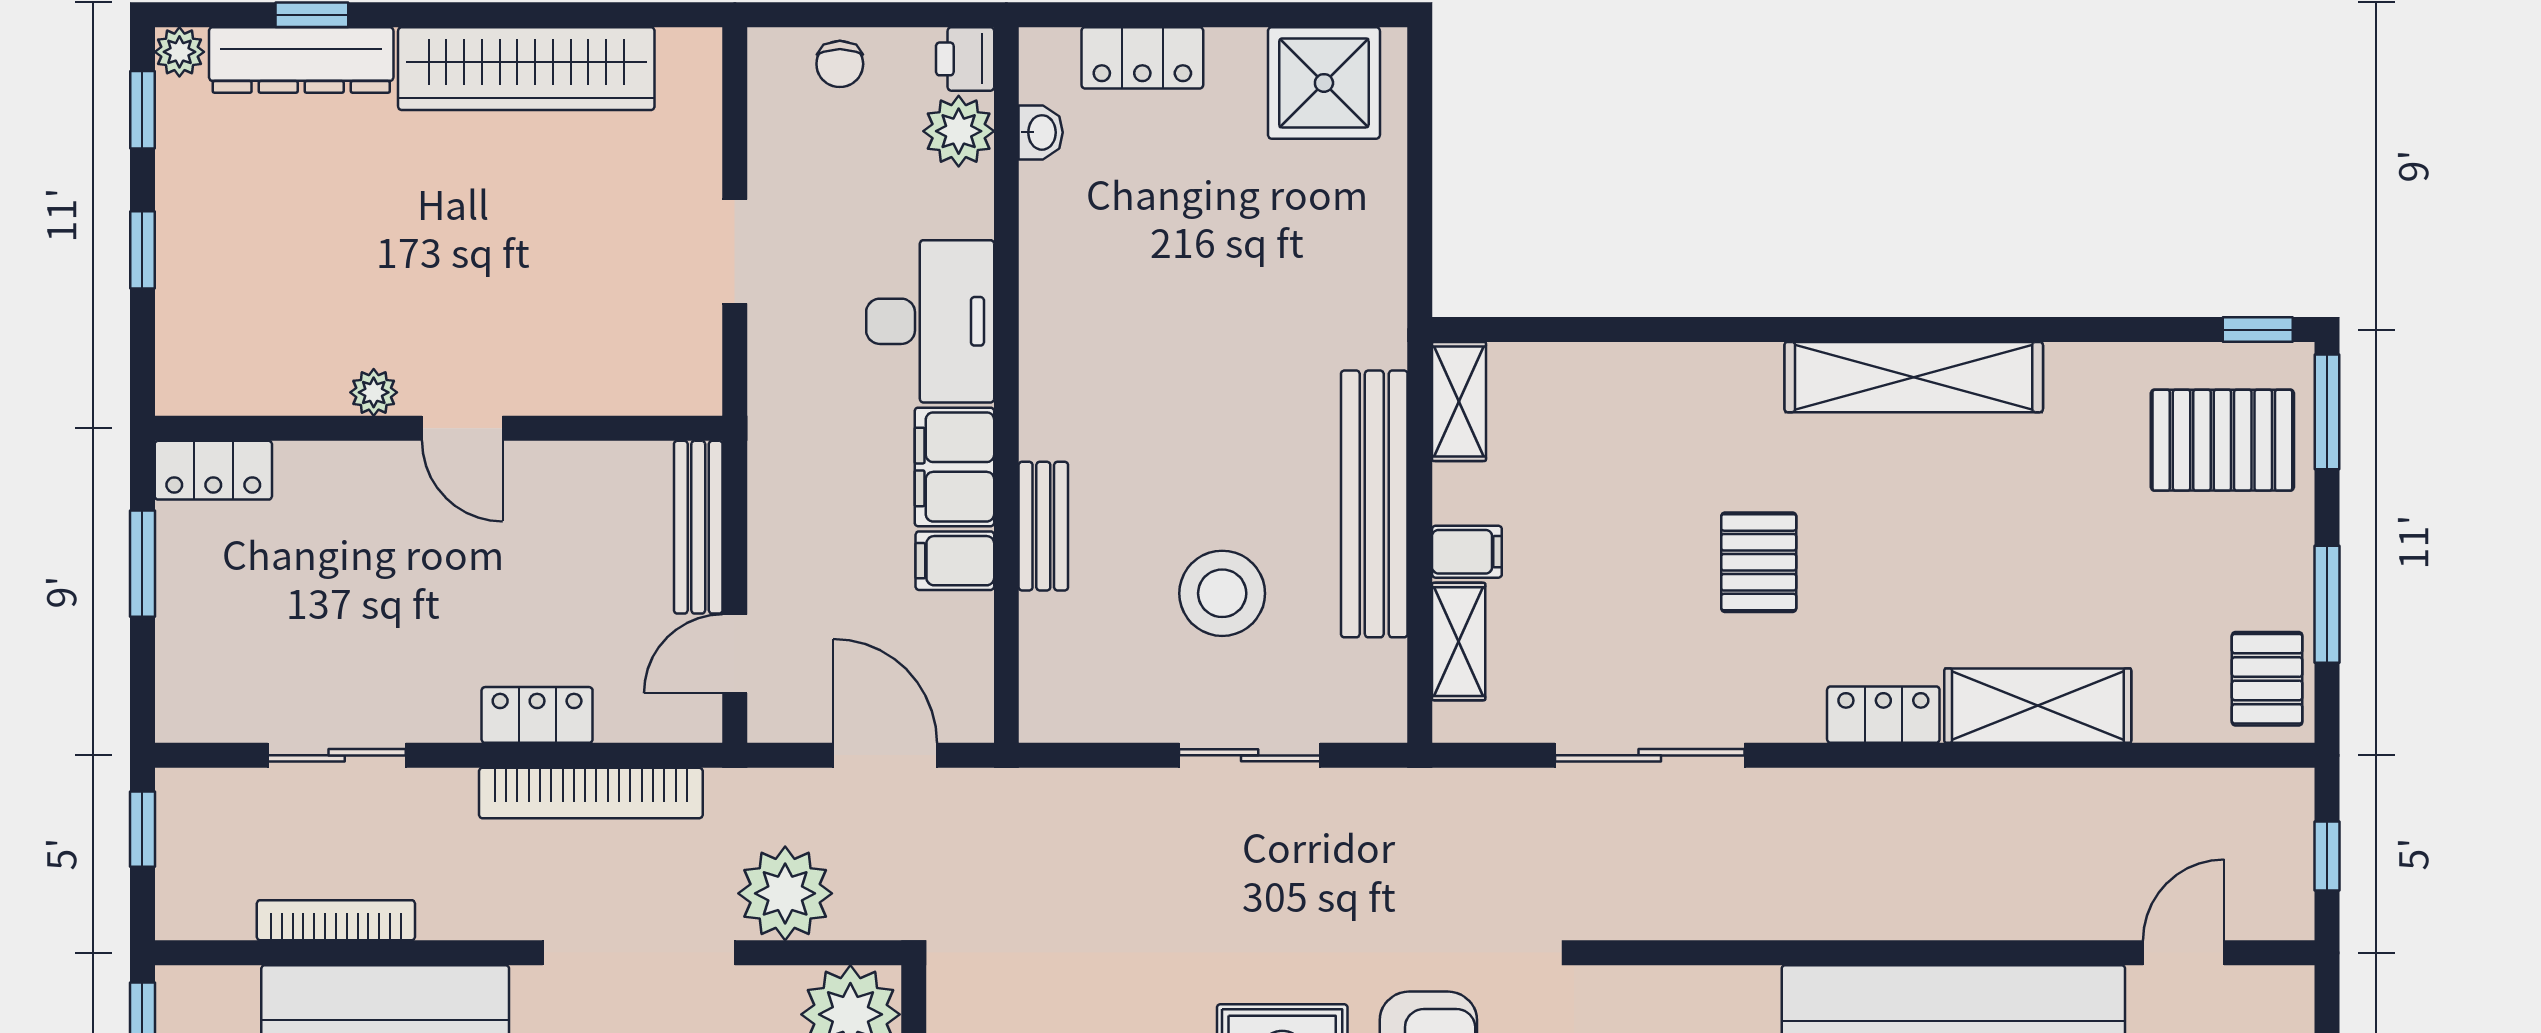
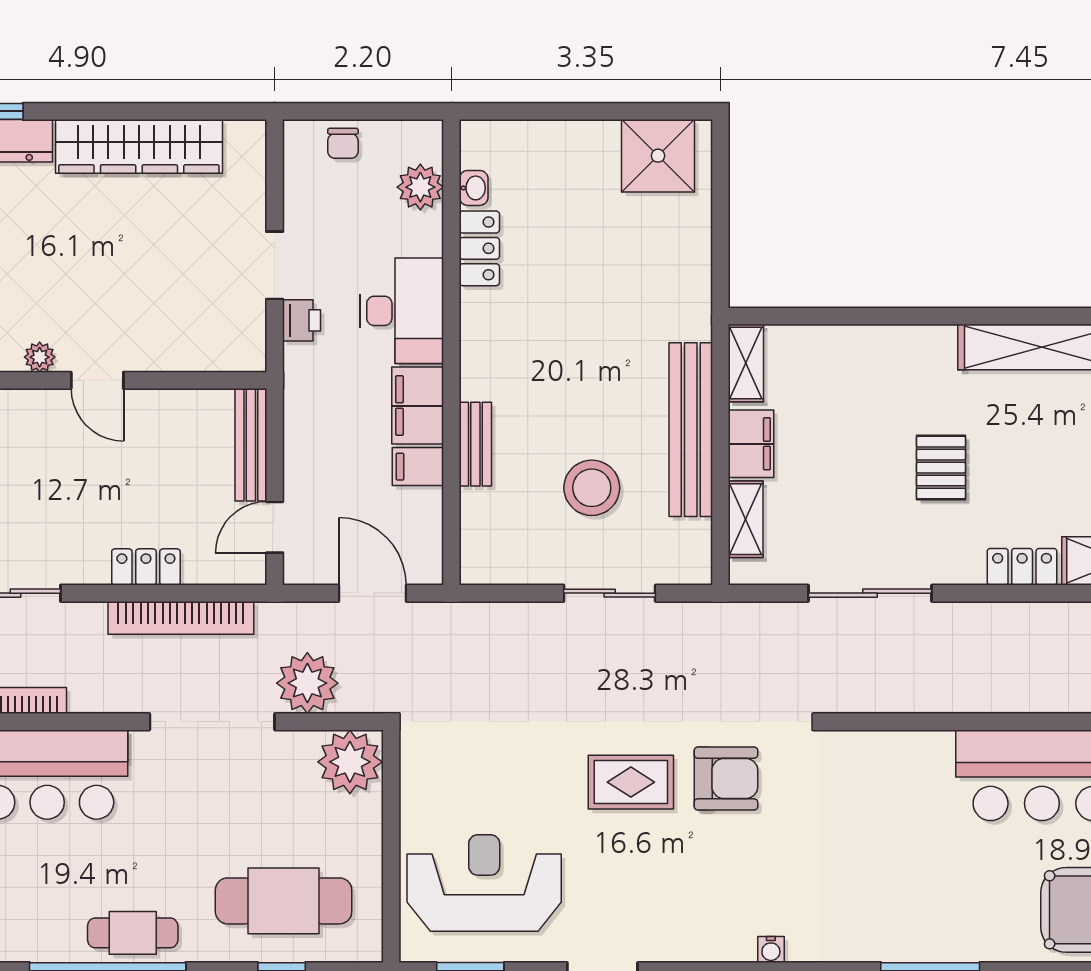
locker: (1142, 58) -> (479, 248), moved, turned -90
printer: (965, 59) -> (302, 320), moved, turned 180
filing cabinet: (1467, 552) -> (751, 444), width x2.00

